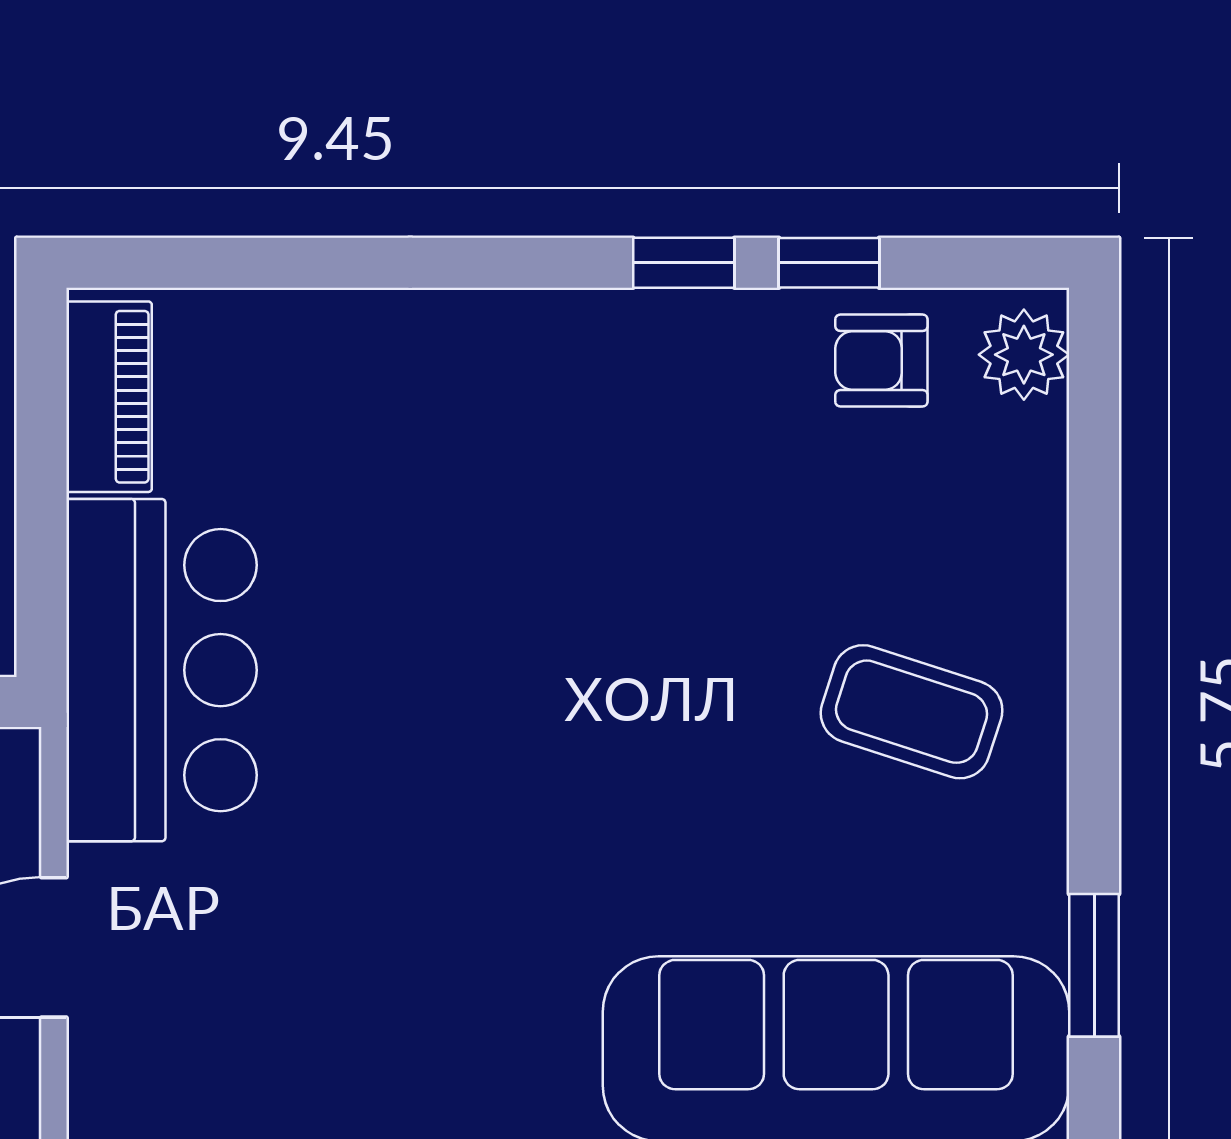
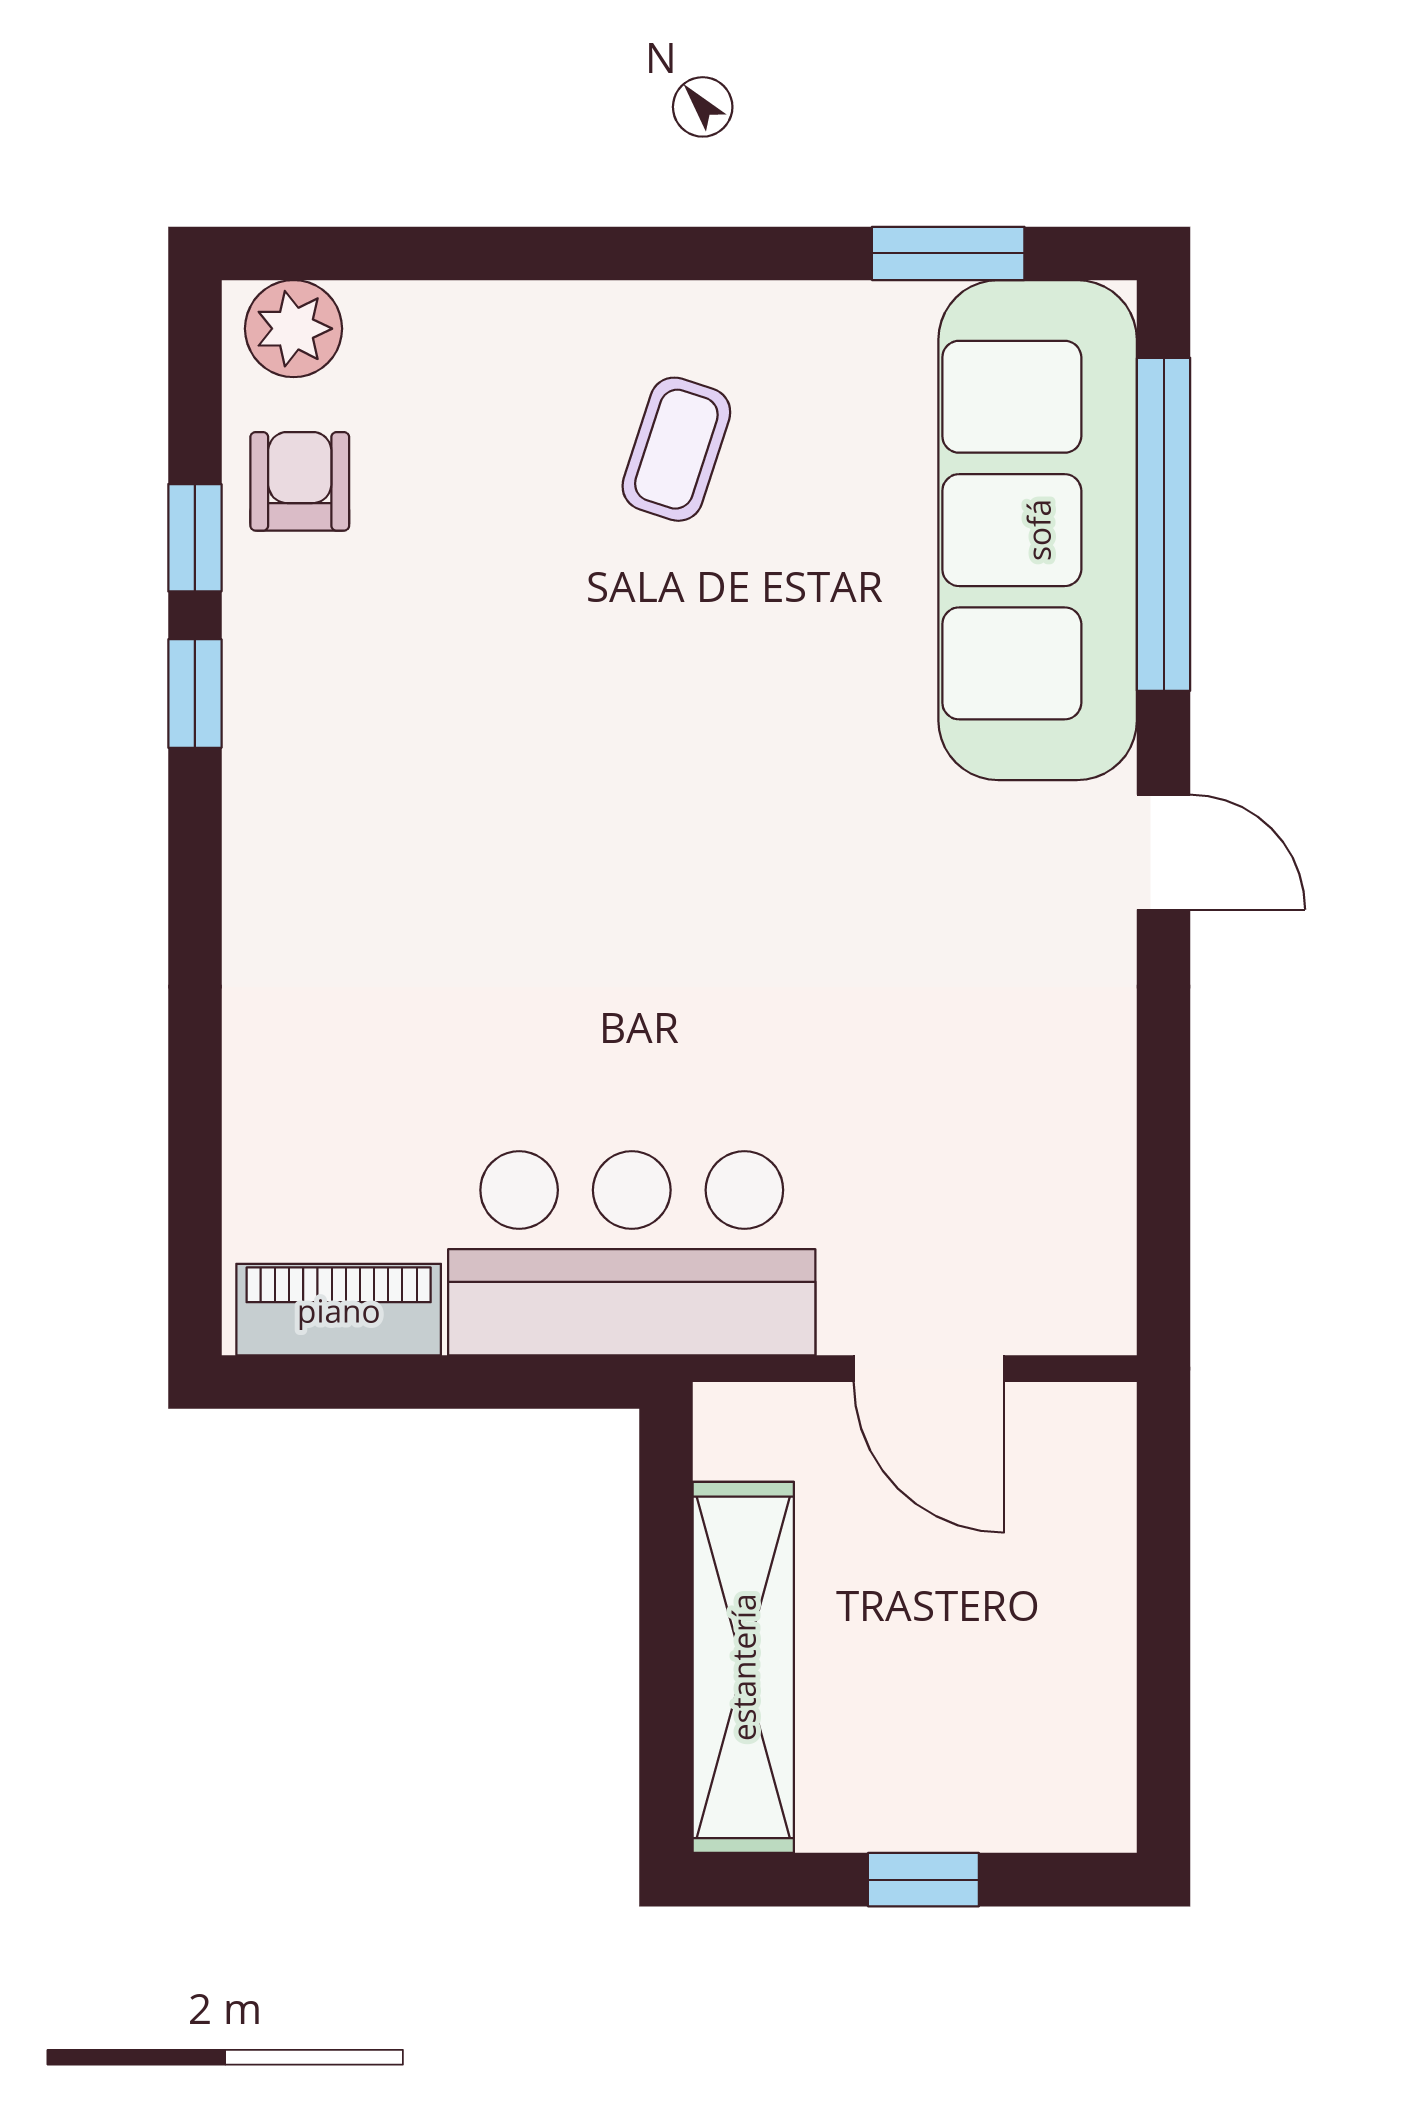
armchair: (881, 361) -> (300, 481), turned 180
coffee table: (912, 712) -> (676, 449), width x0.73, depth x0.77

